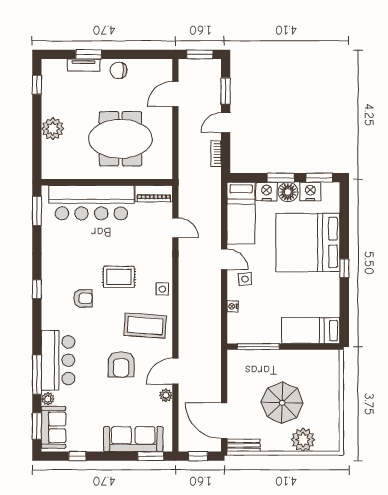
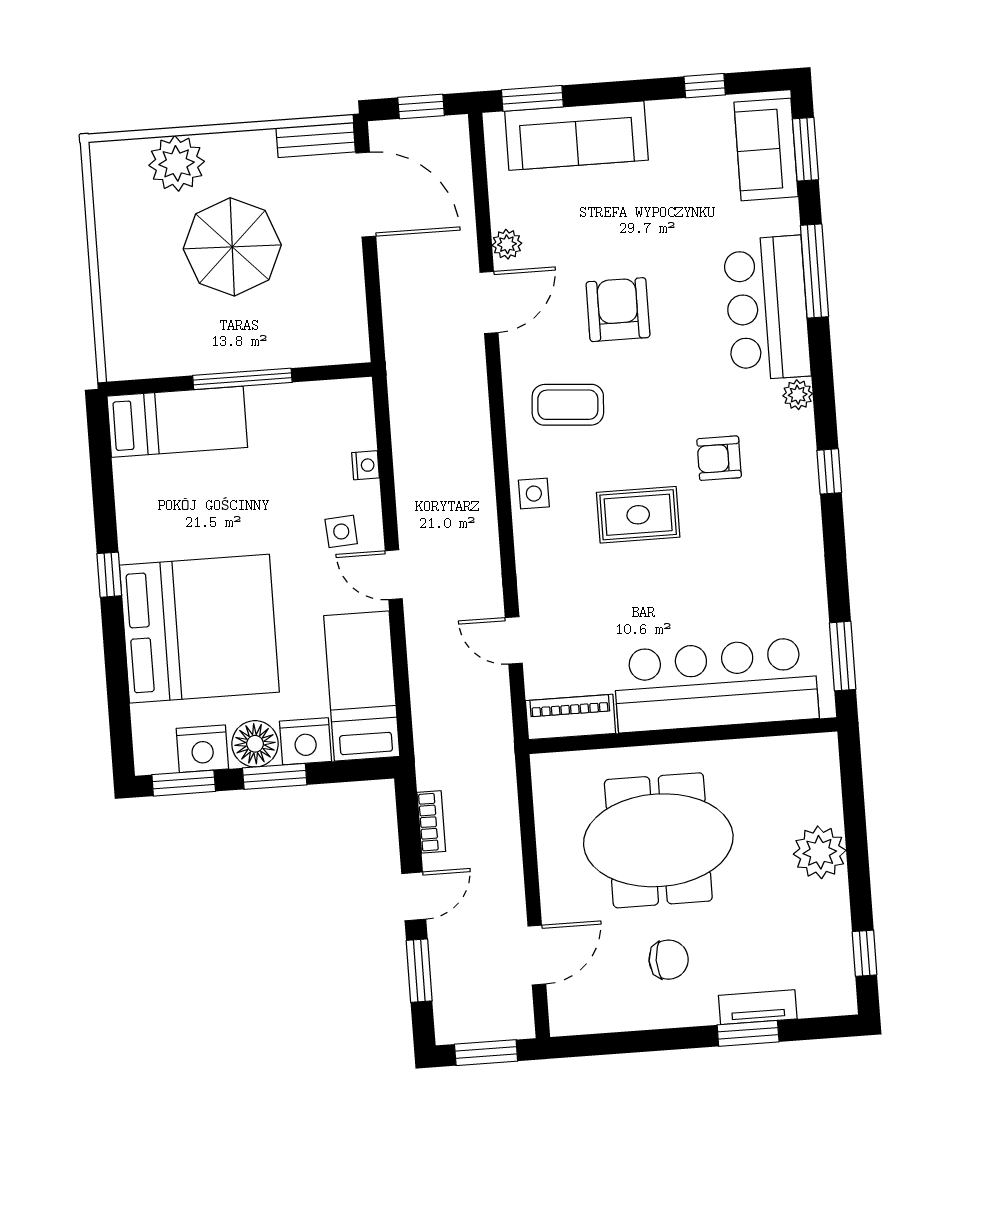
chair: (119, 70) -> (669, 960), moved
coffee table: (145, 326) -> (568, 405), width x0.73, depth x0.76
window: (258, 347) -> (242, 379), moved
plant: (48, 399) -> (798, 395), moved

